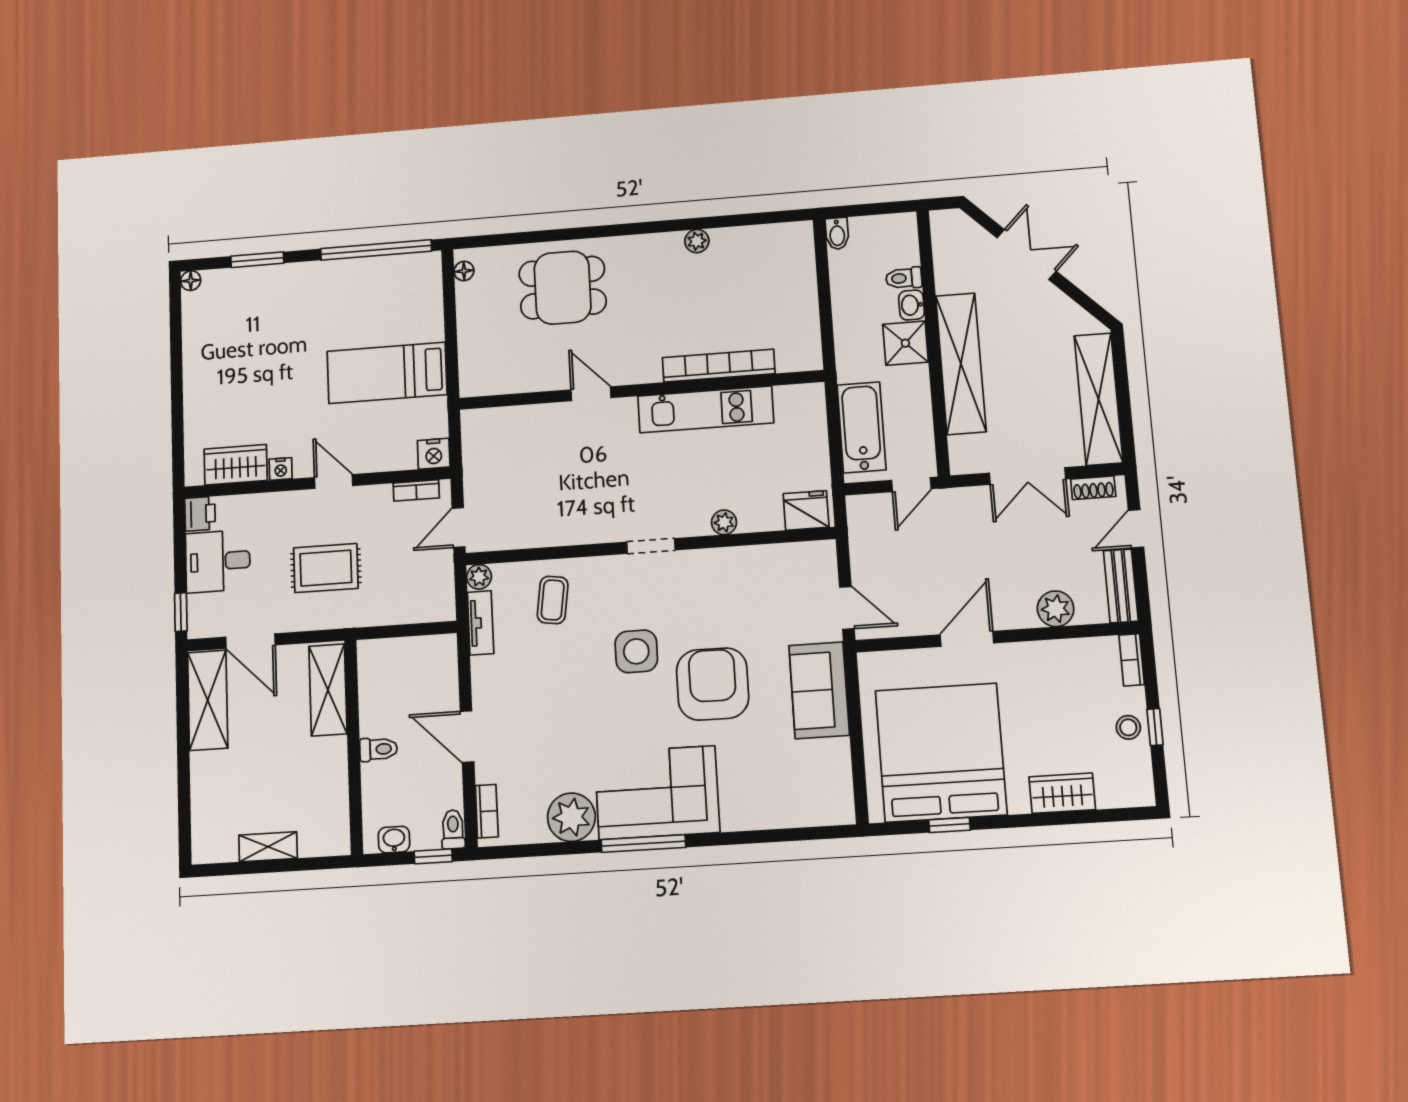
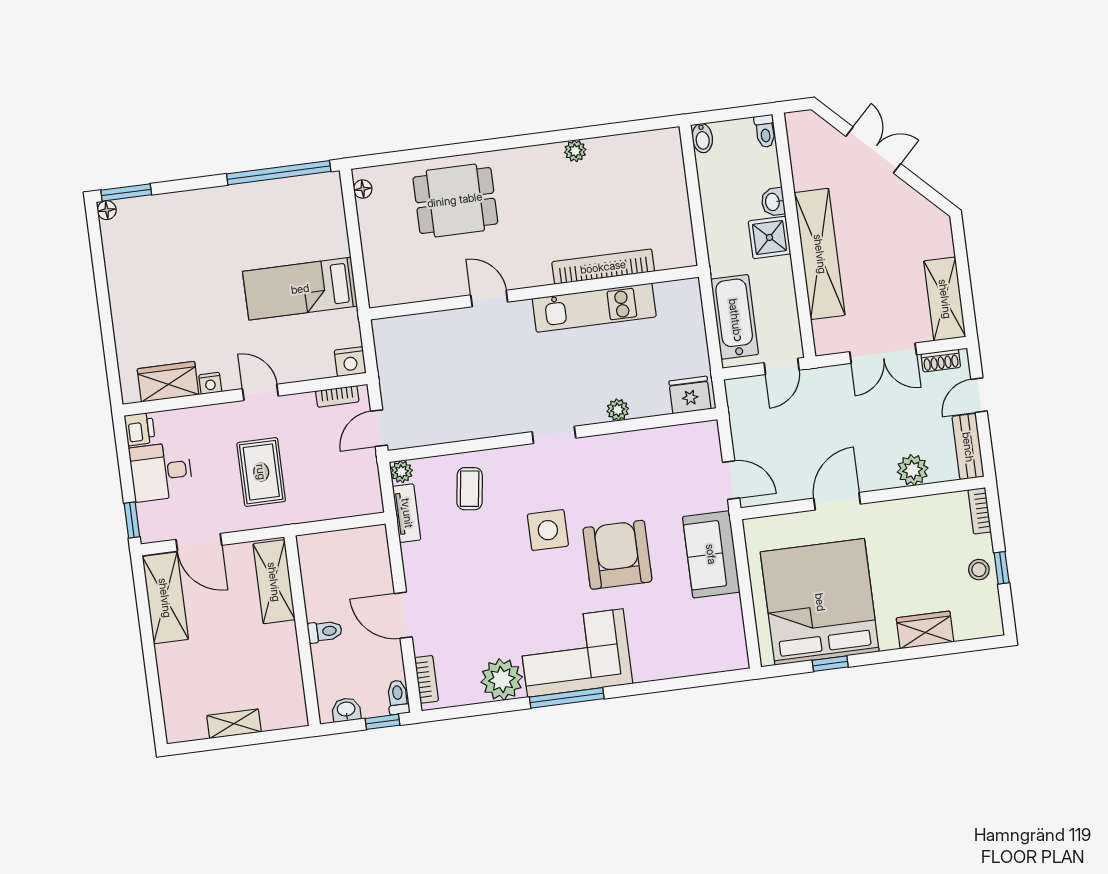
window: (257, 260) -> (126, 192), moved
toilet: (904, 278) -> (765, 131), moved, turned -90
shelving: (1099, 399) -> (945, 299), width x0.68
rug: (326, 568) -> (261, 472), turned 90

